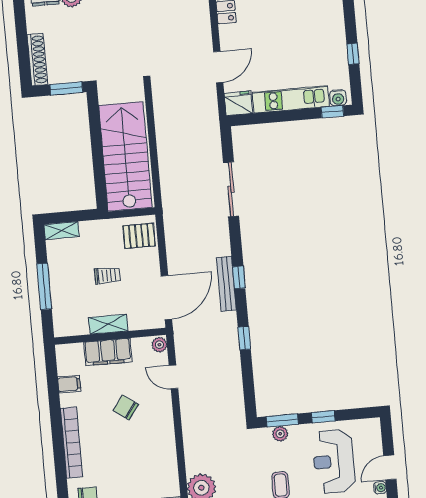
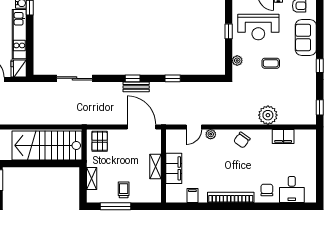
shelving: (62, 231) -> (92, 178), moved
trolley: (107, 275) -> (124, 190), moved
bench: (226, 284) -> (136, 87), width x0.73
window: (44, 286) -> (115, 206), moved
plant: (159, 345) -> (211, 134), moved
chair: (126, 407) -> (242, 140), moved
window: (282, 420) -> (229, 58), removed

